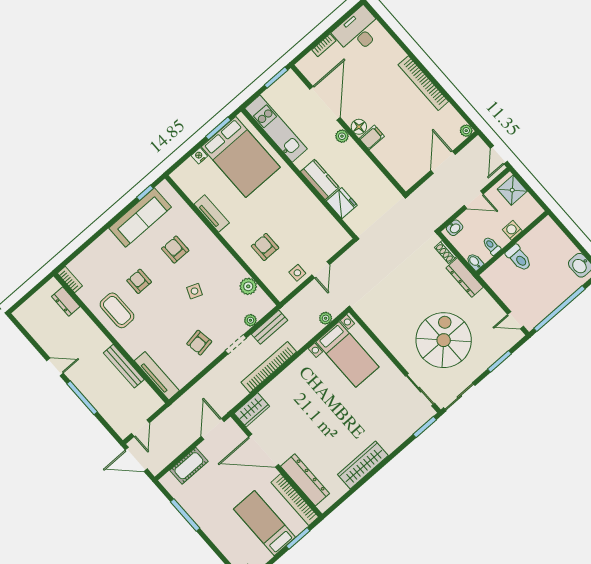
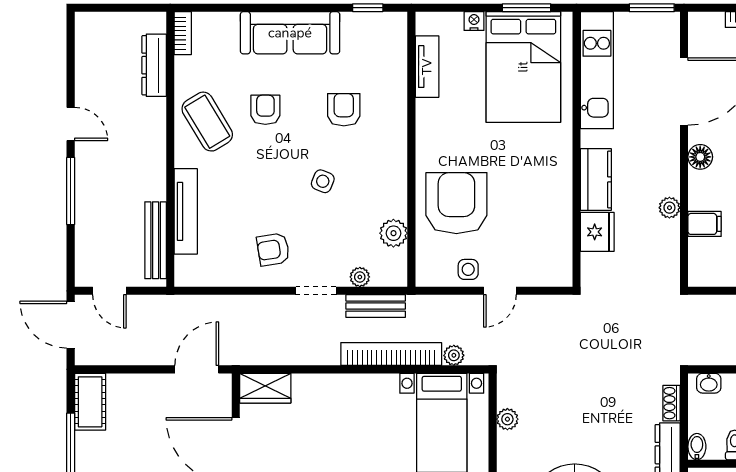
plant: (342, 136) -> (669, 208), moved
filing cabinet: (372, 137) -> (705, 224), moved
tv unit: (212, 213) -> (427, 67), moved
sofa: (140, 217) -> (290, 33), moved
armchair: (265, 247) -> (456, 203), width x1.88, depth x1.88
dresser: (66, 302) -> (154, 65), width x1.44
coffee table: (117, 310) -> (207, 122), turned -31
plant: (376, 326) -> (507, 419), added
bench: (124, 366) -> (156, 240), moved
bookcase: (269, 367) -> (391, 354), moved
tv unit: (157, 376) -> (186, 211), moved
door: (140, 428) -> (109, 291), hinge flipped
cot: (189, 466) -> (90, 402), moved, turned 90

